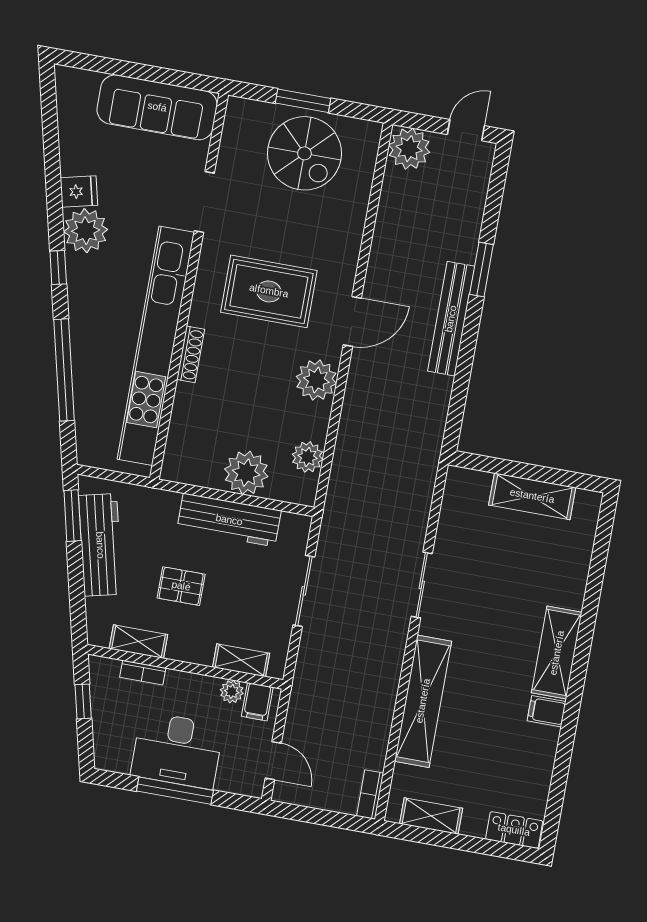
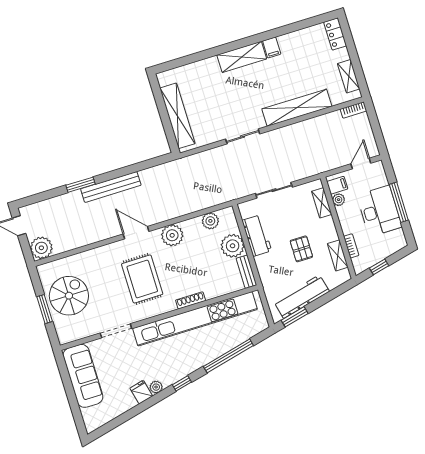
plant: (86, 231) -> (156, 387), width x0.53, depth x0.53
bench: (190, 474) -> (246, 272), added
shelving: (532, 496) -> (177, 116), width x1.47
workbench: (229, 520) -> (257, 236), width x0.73

